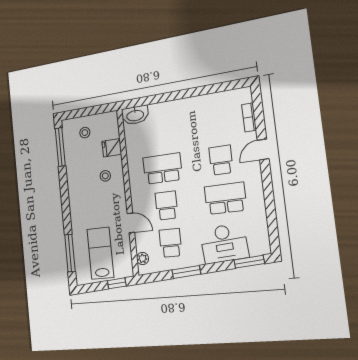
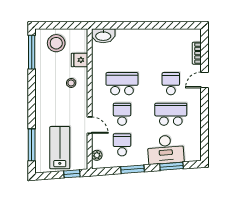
stool: (85, 133) -> (56, 43), width x1.89, depth x1.89
window: (249, 262) -> (171, 166), moved

